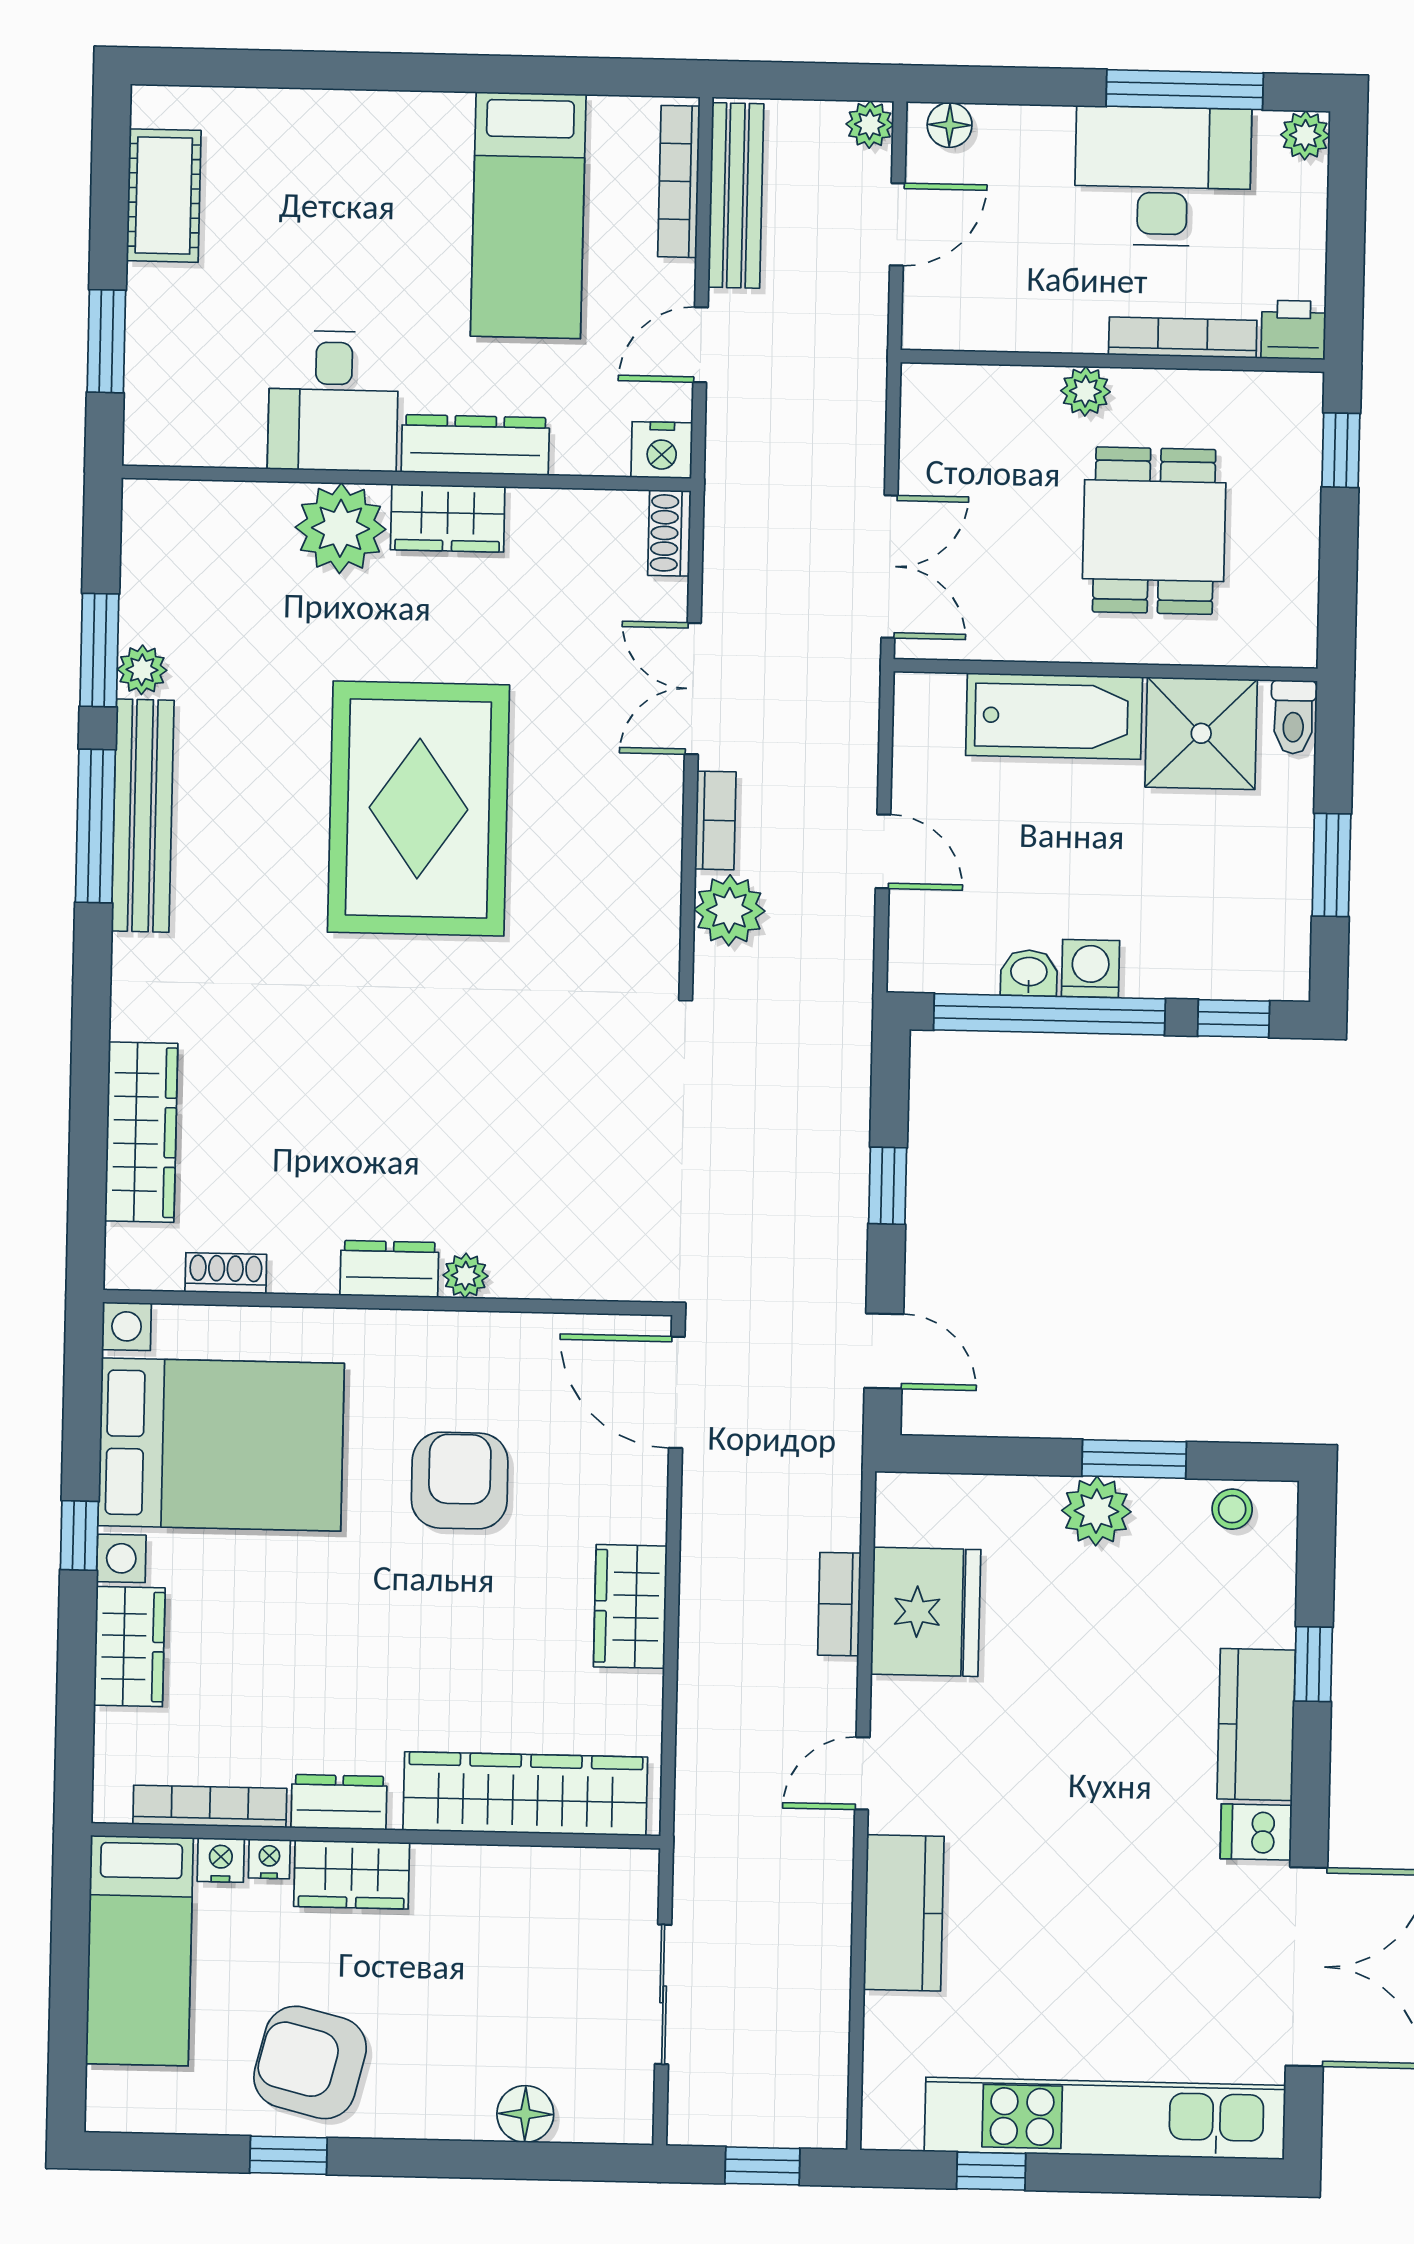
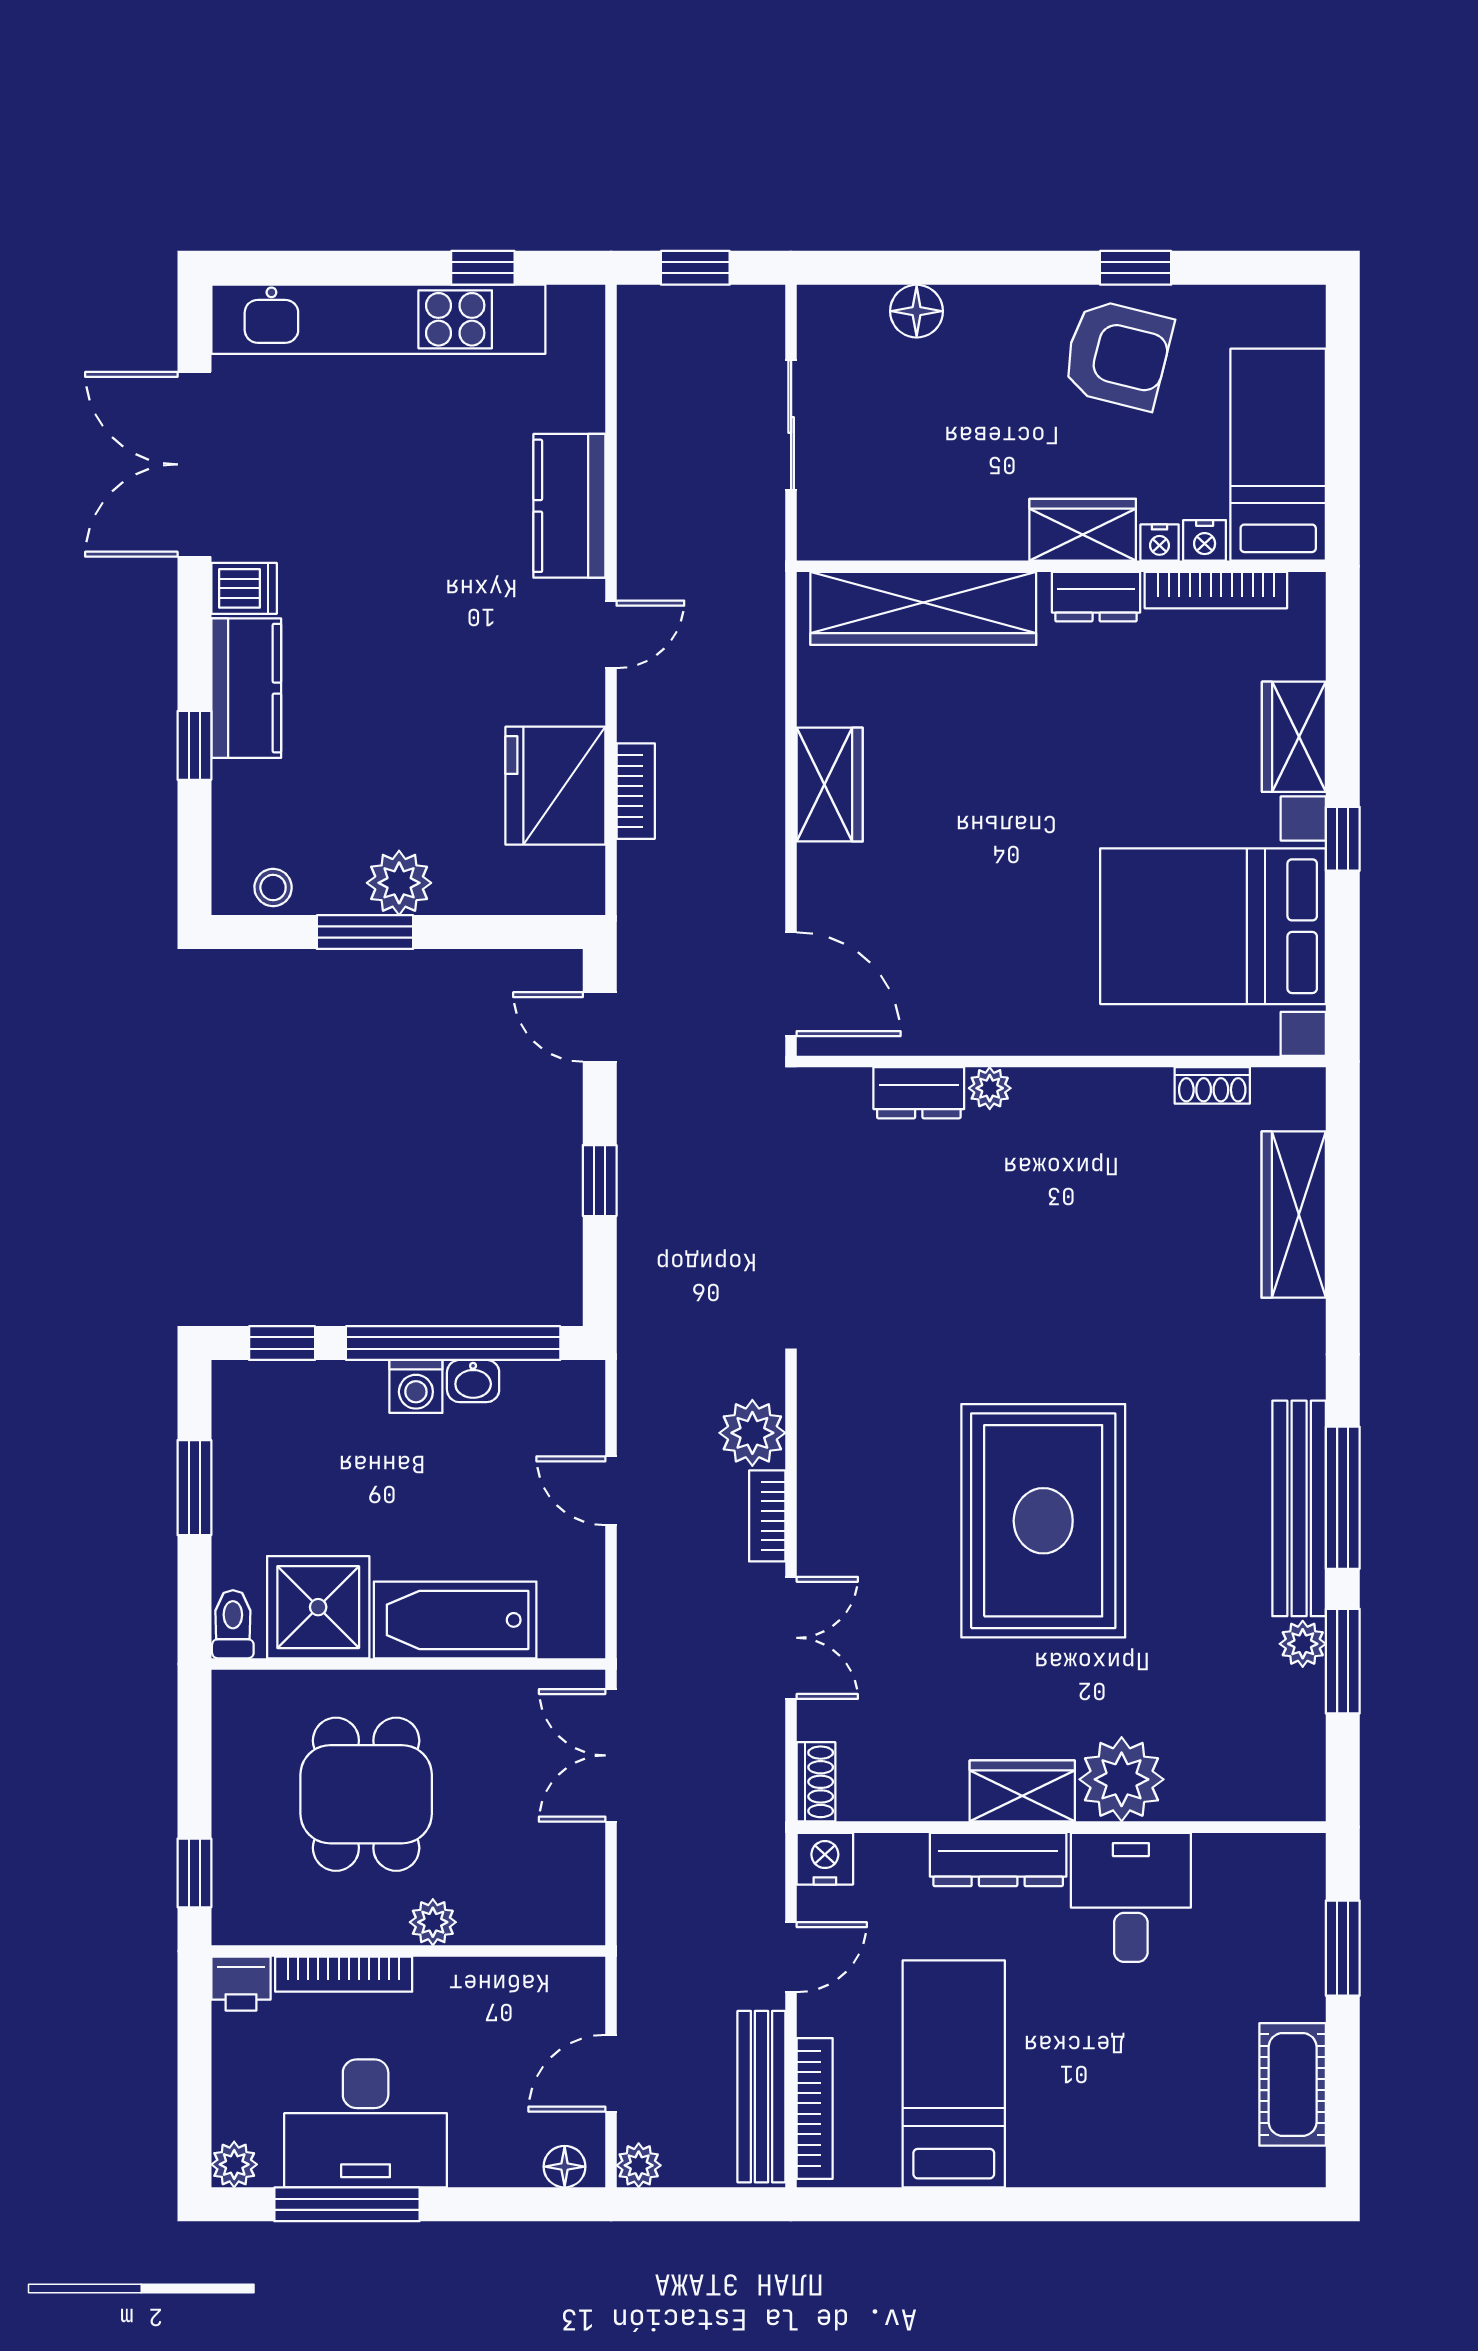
dresser: (389, 1269) -> (919, 1093), moved
armchair: (460, 1481) -> (991, 898), removed

